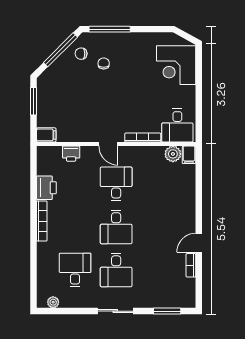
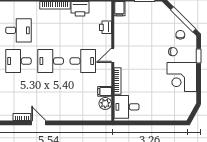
window: (110, 29) -> (199, 56), width x0.46
corner desk: (176, 65) -> (182, 77), moved, turned -90
filing cabinet: (189, 155) -> (105, 91), moved

